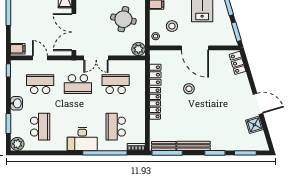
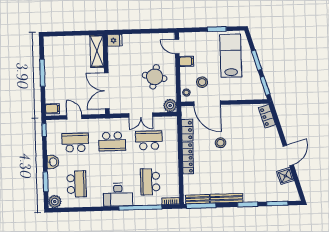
door: (195, 48) -> (207, 103), moved
double door: (96, 58) -> (141, 115), moved
door: (258, 104) -> (288, 155), hinge flipped

